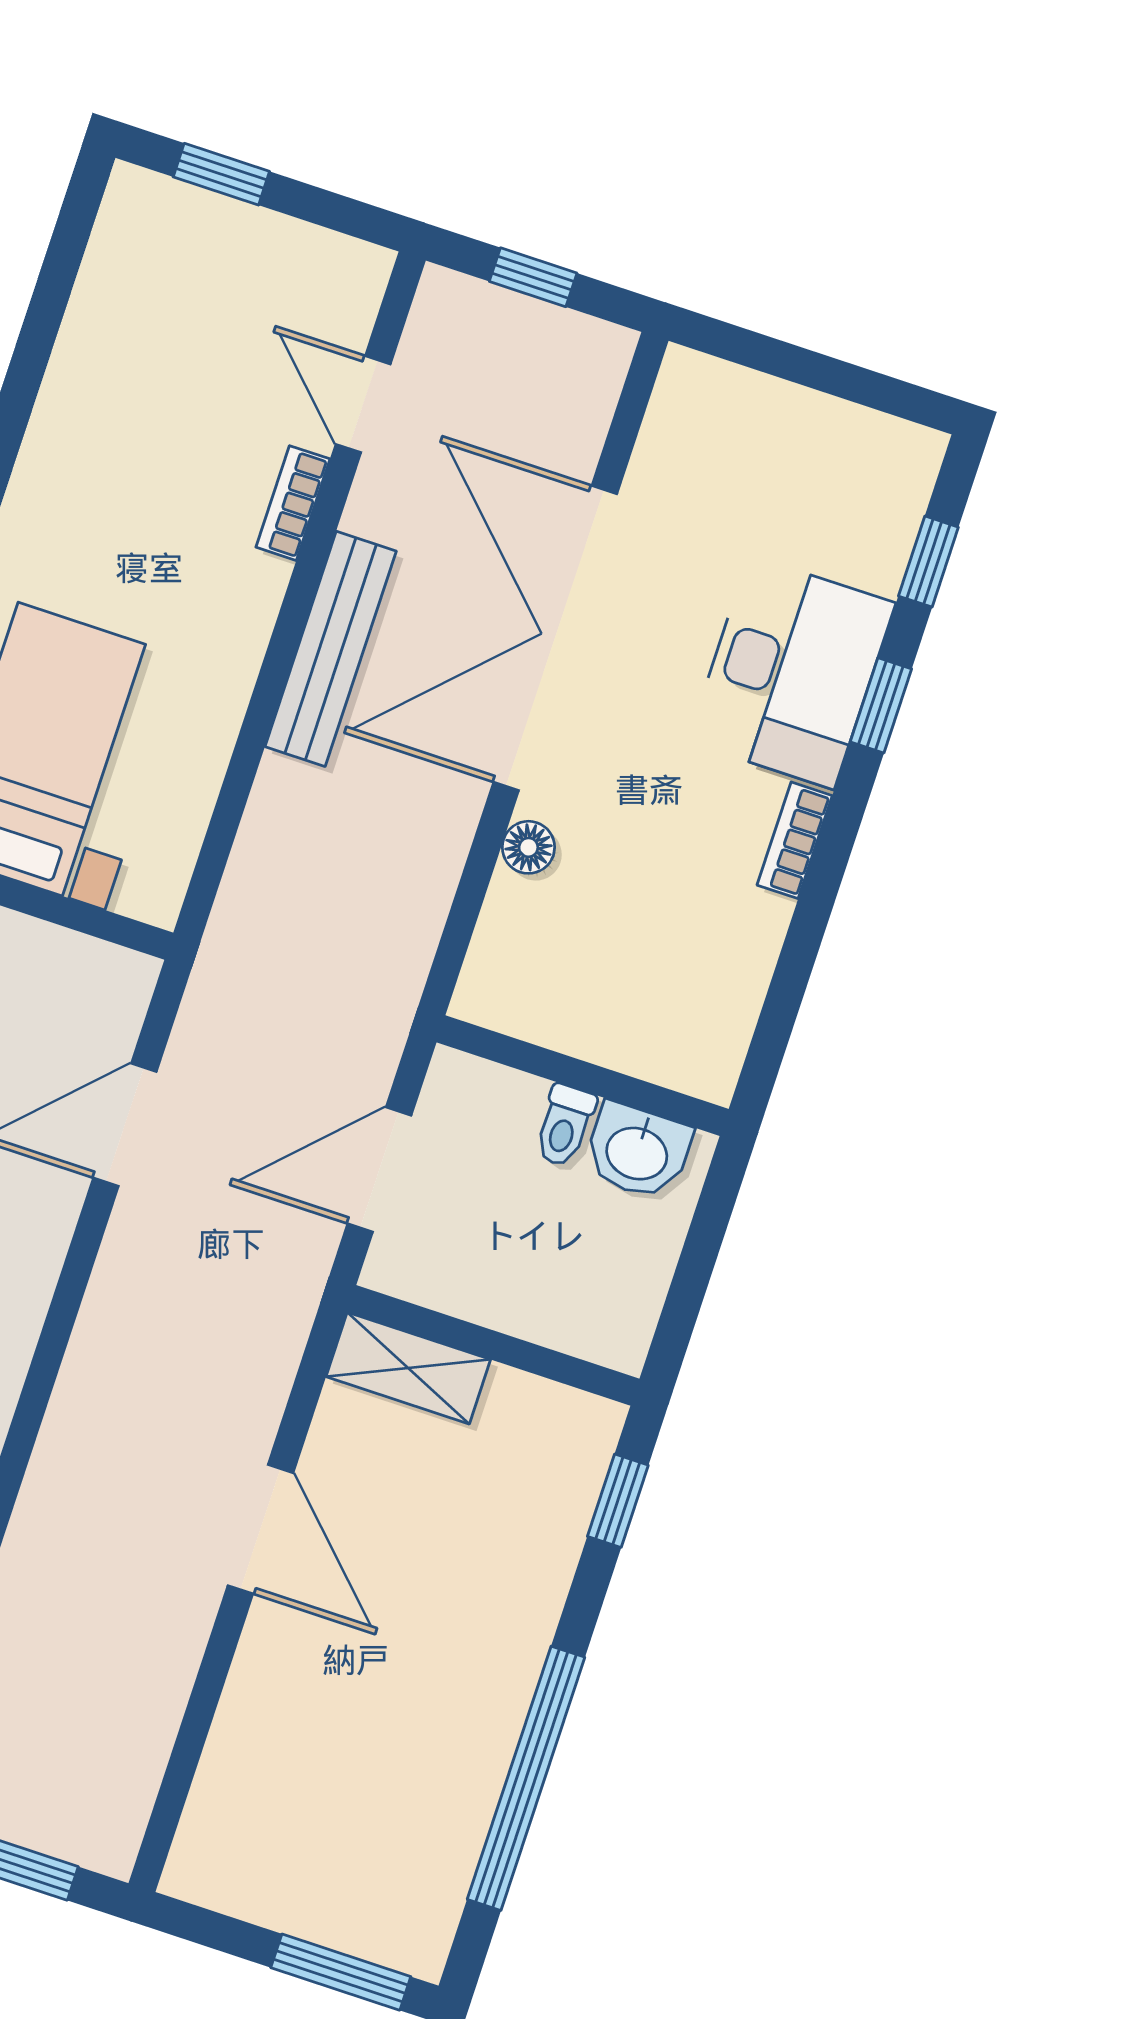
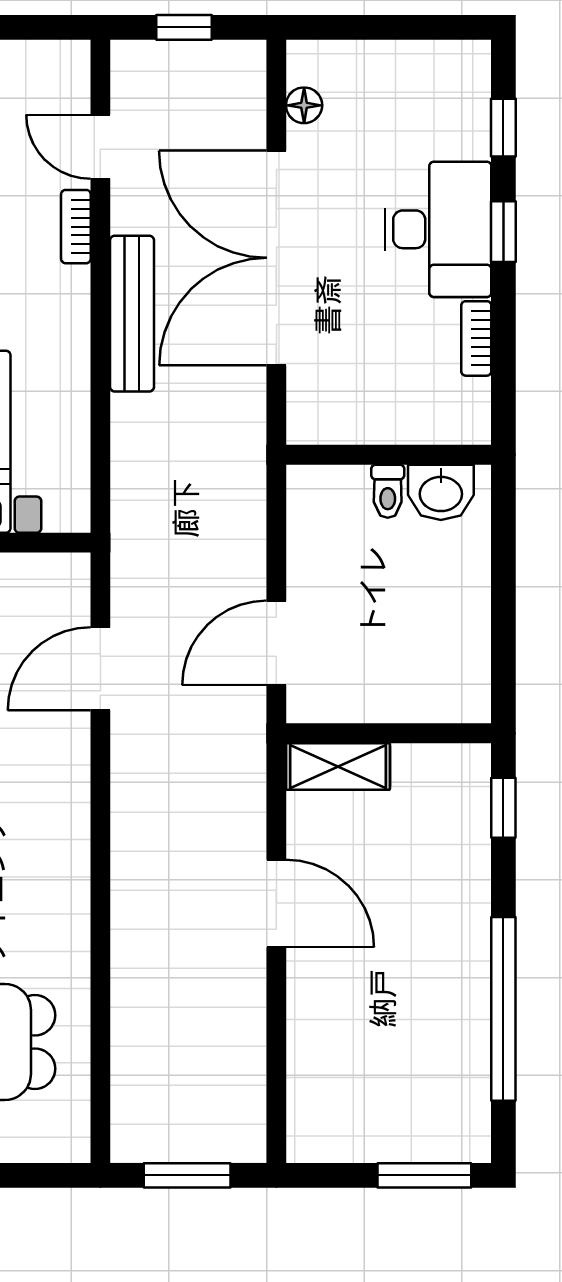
floor lamp: (528, 847) -> (304, 105), moved
wall: (583, 1076) -> (389, 455), moved
toilet: (565, 1125) -> (388, 491), moved
washbasin: (637, 1151) -> (441, 492), moved

